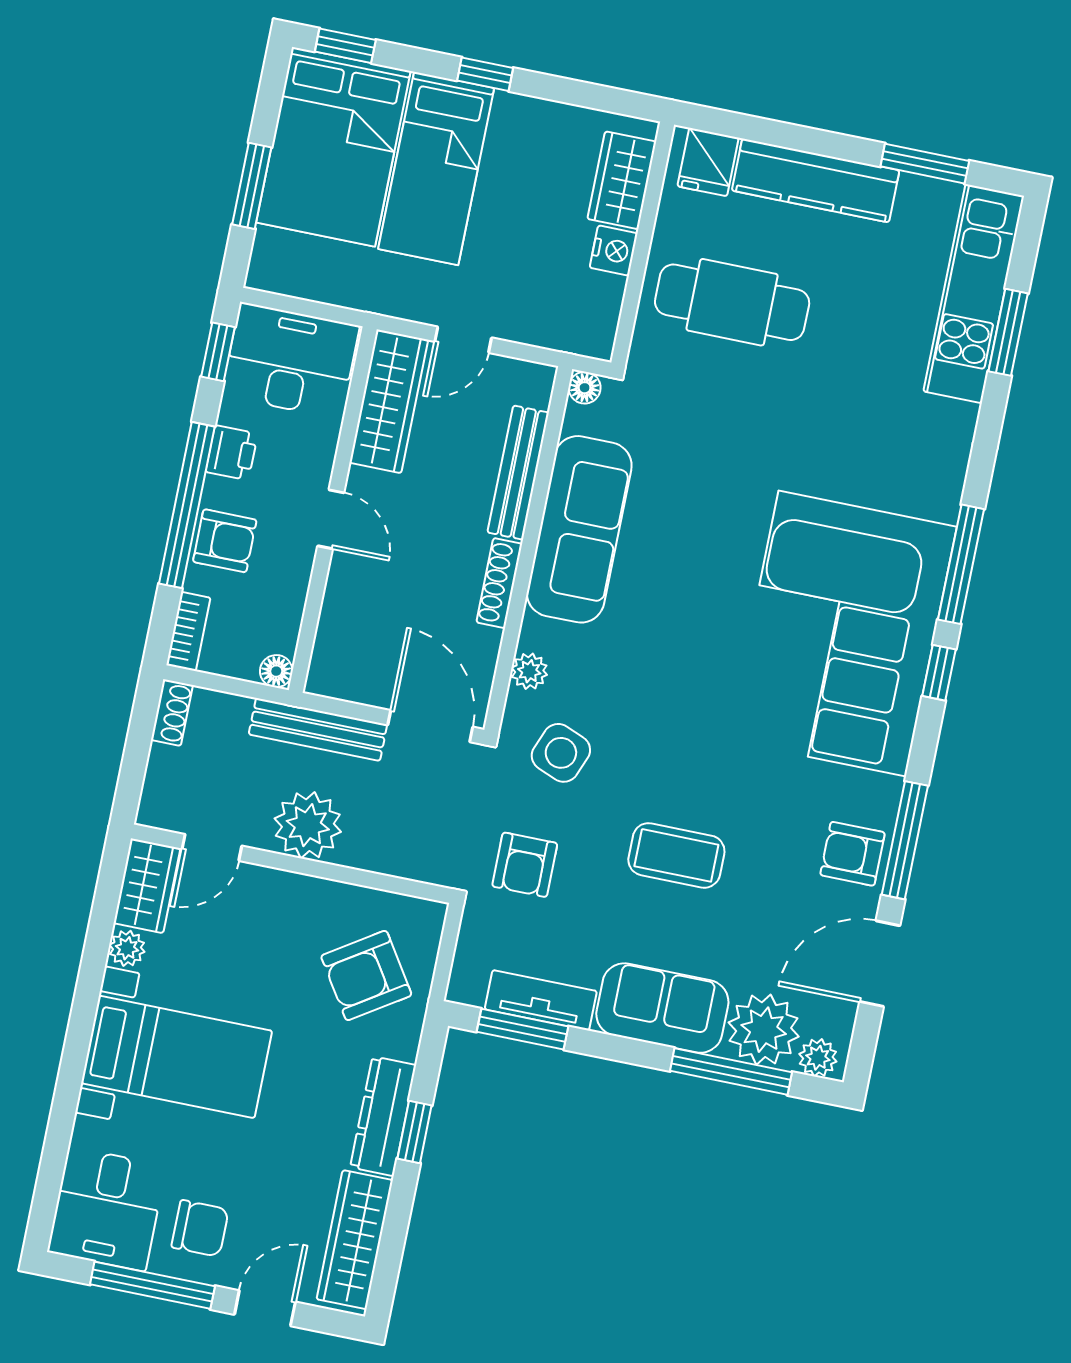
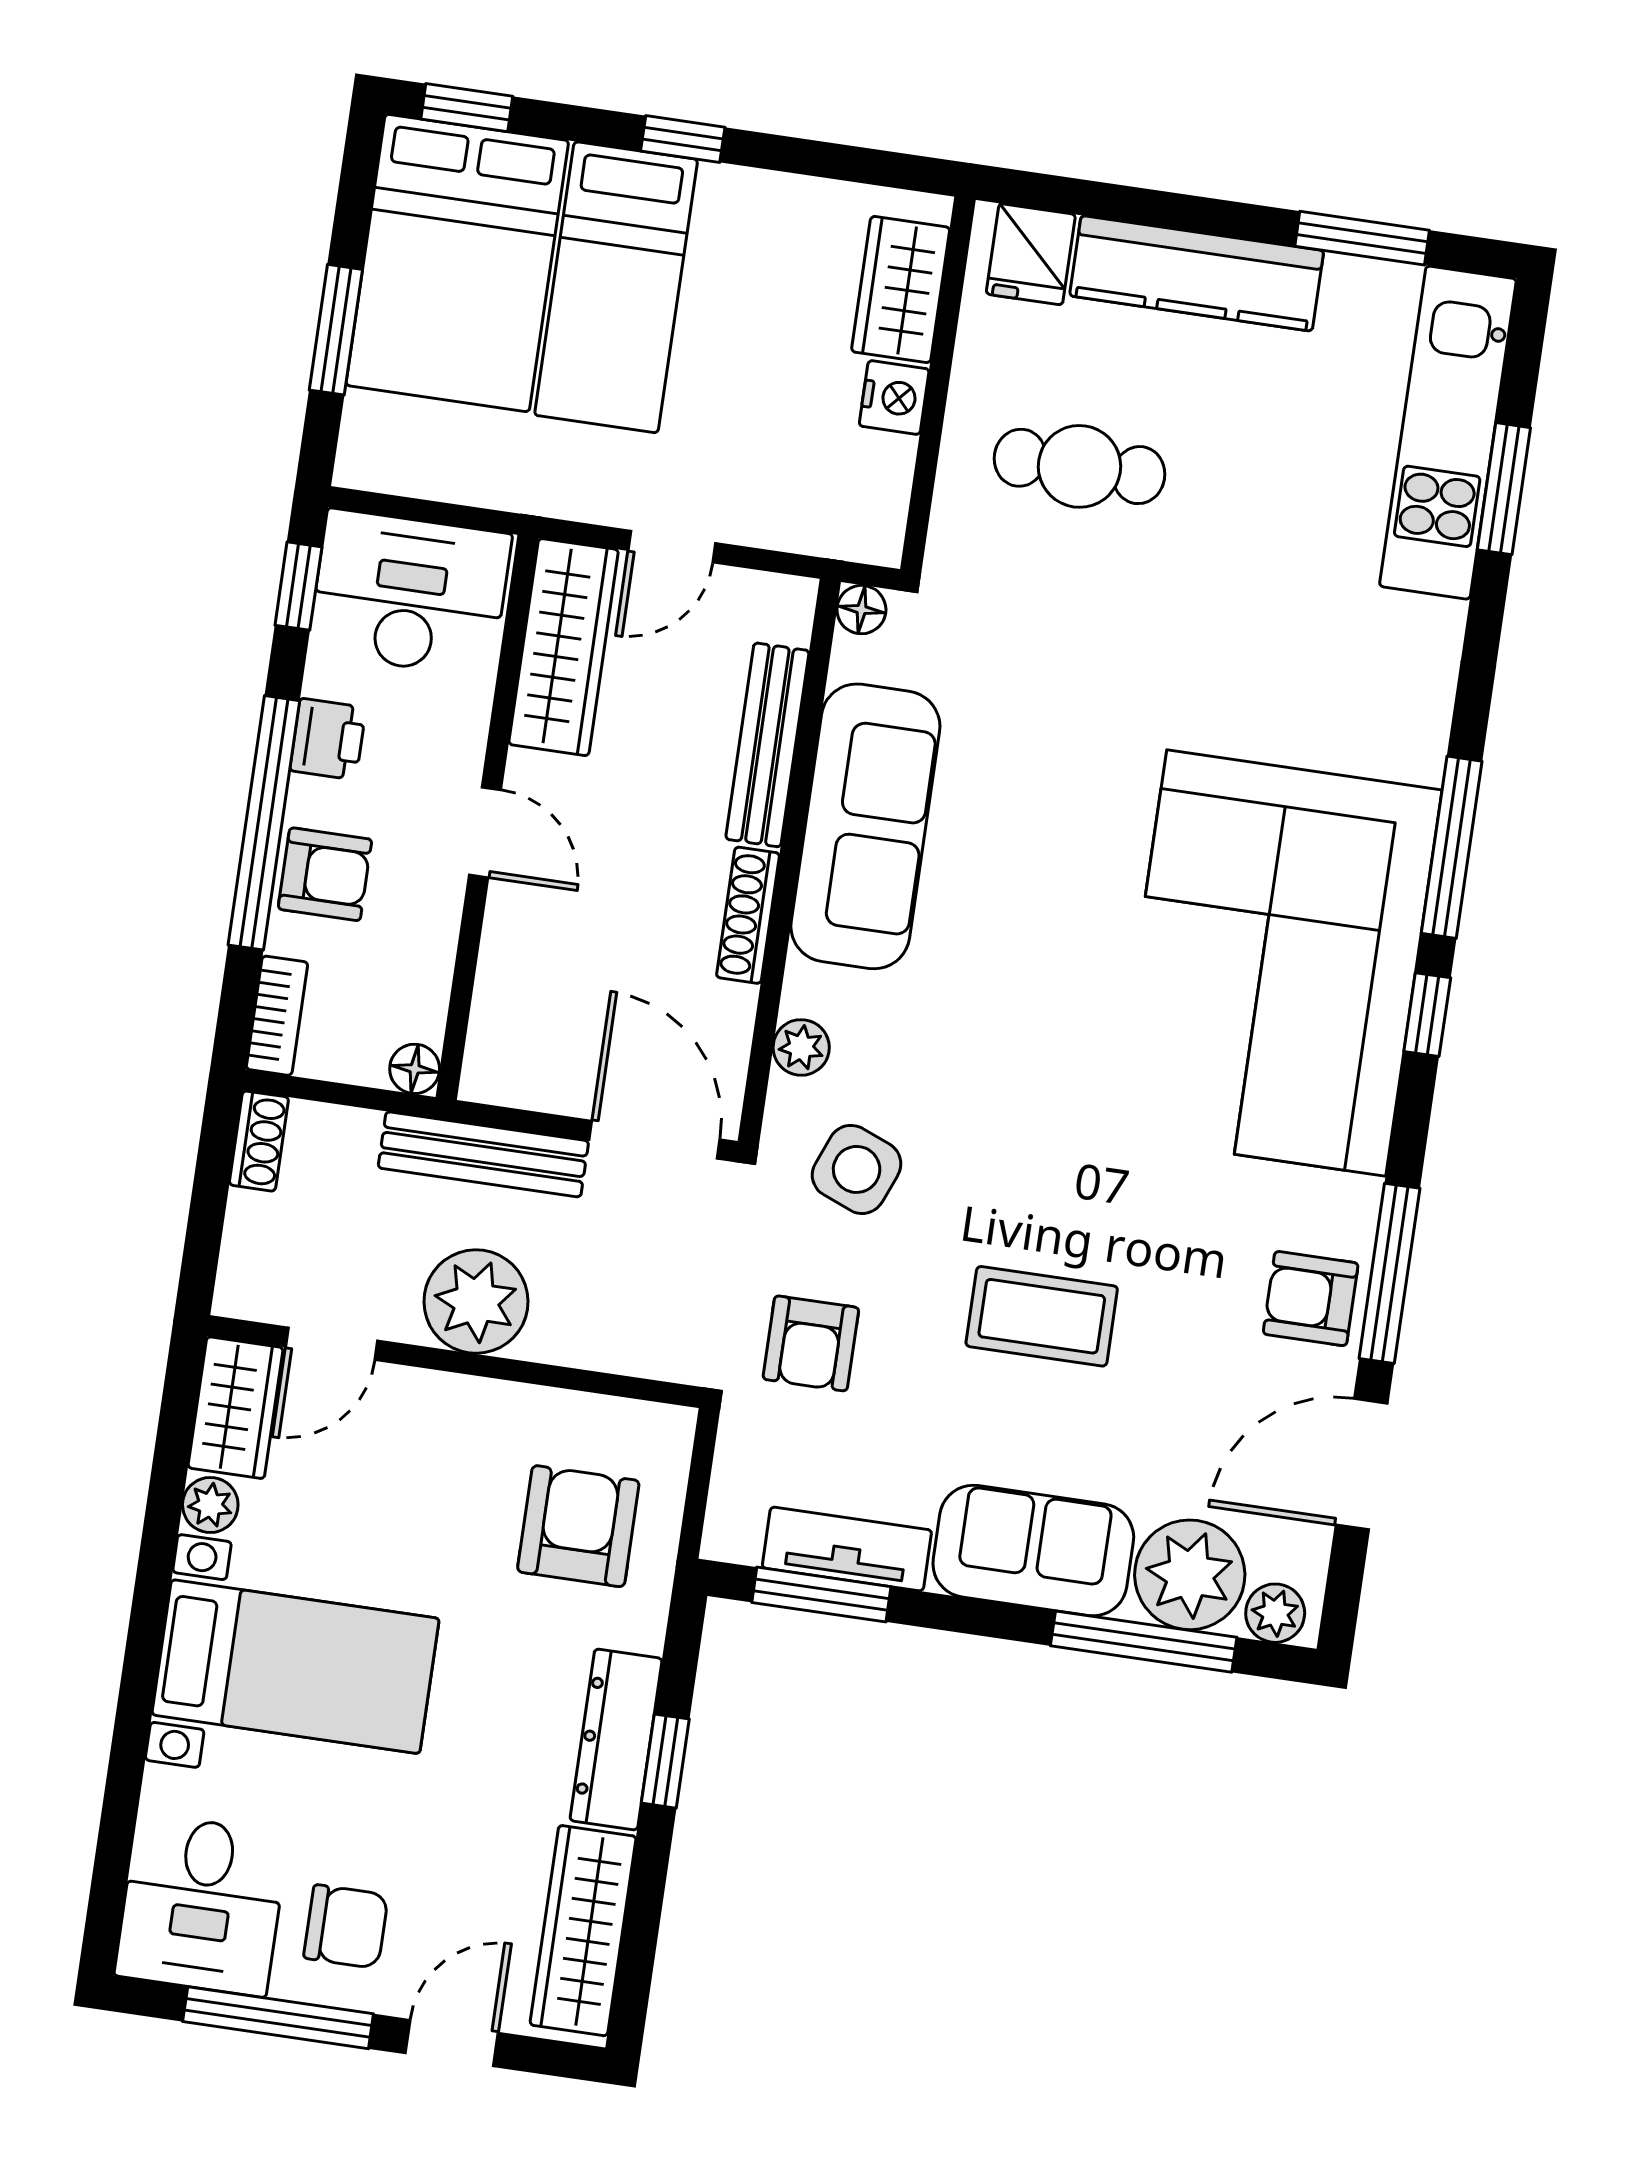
cafe table: (732, 302) -> (1079, 466), width x0.73, depth x0.74
armchair: (366, 976) -> (578, 1526), turned 123

